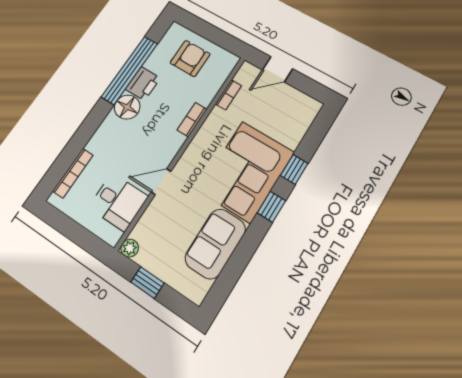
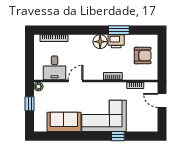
window: (130, 70) -> (119, 30), width x0.47
door: (161, 182) -> (76, 81), hinge flipped
window: (271, 207) -> (95, 136), removed

